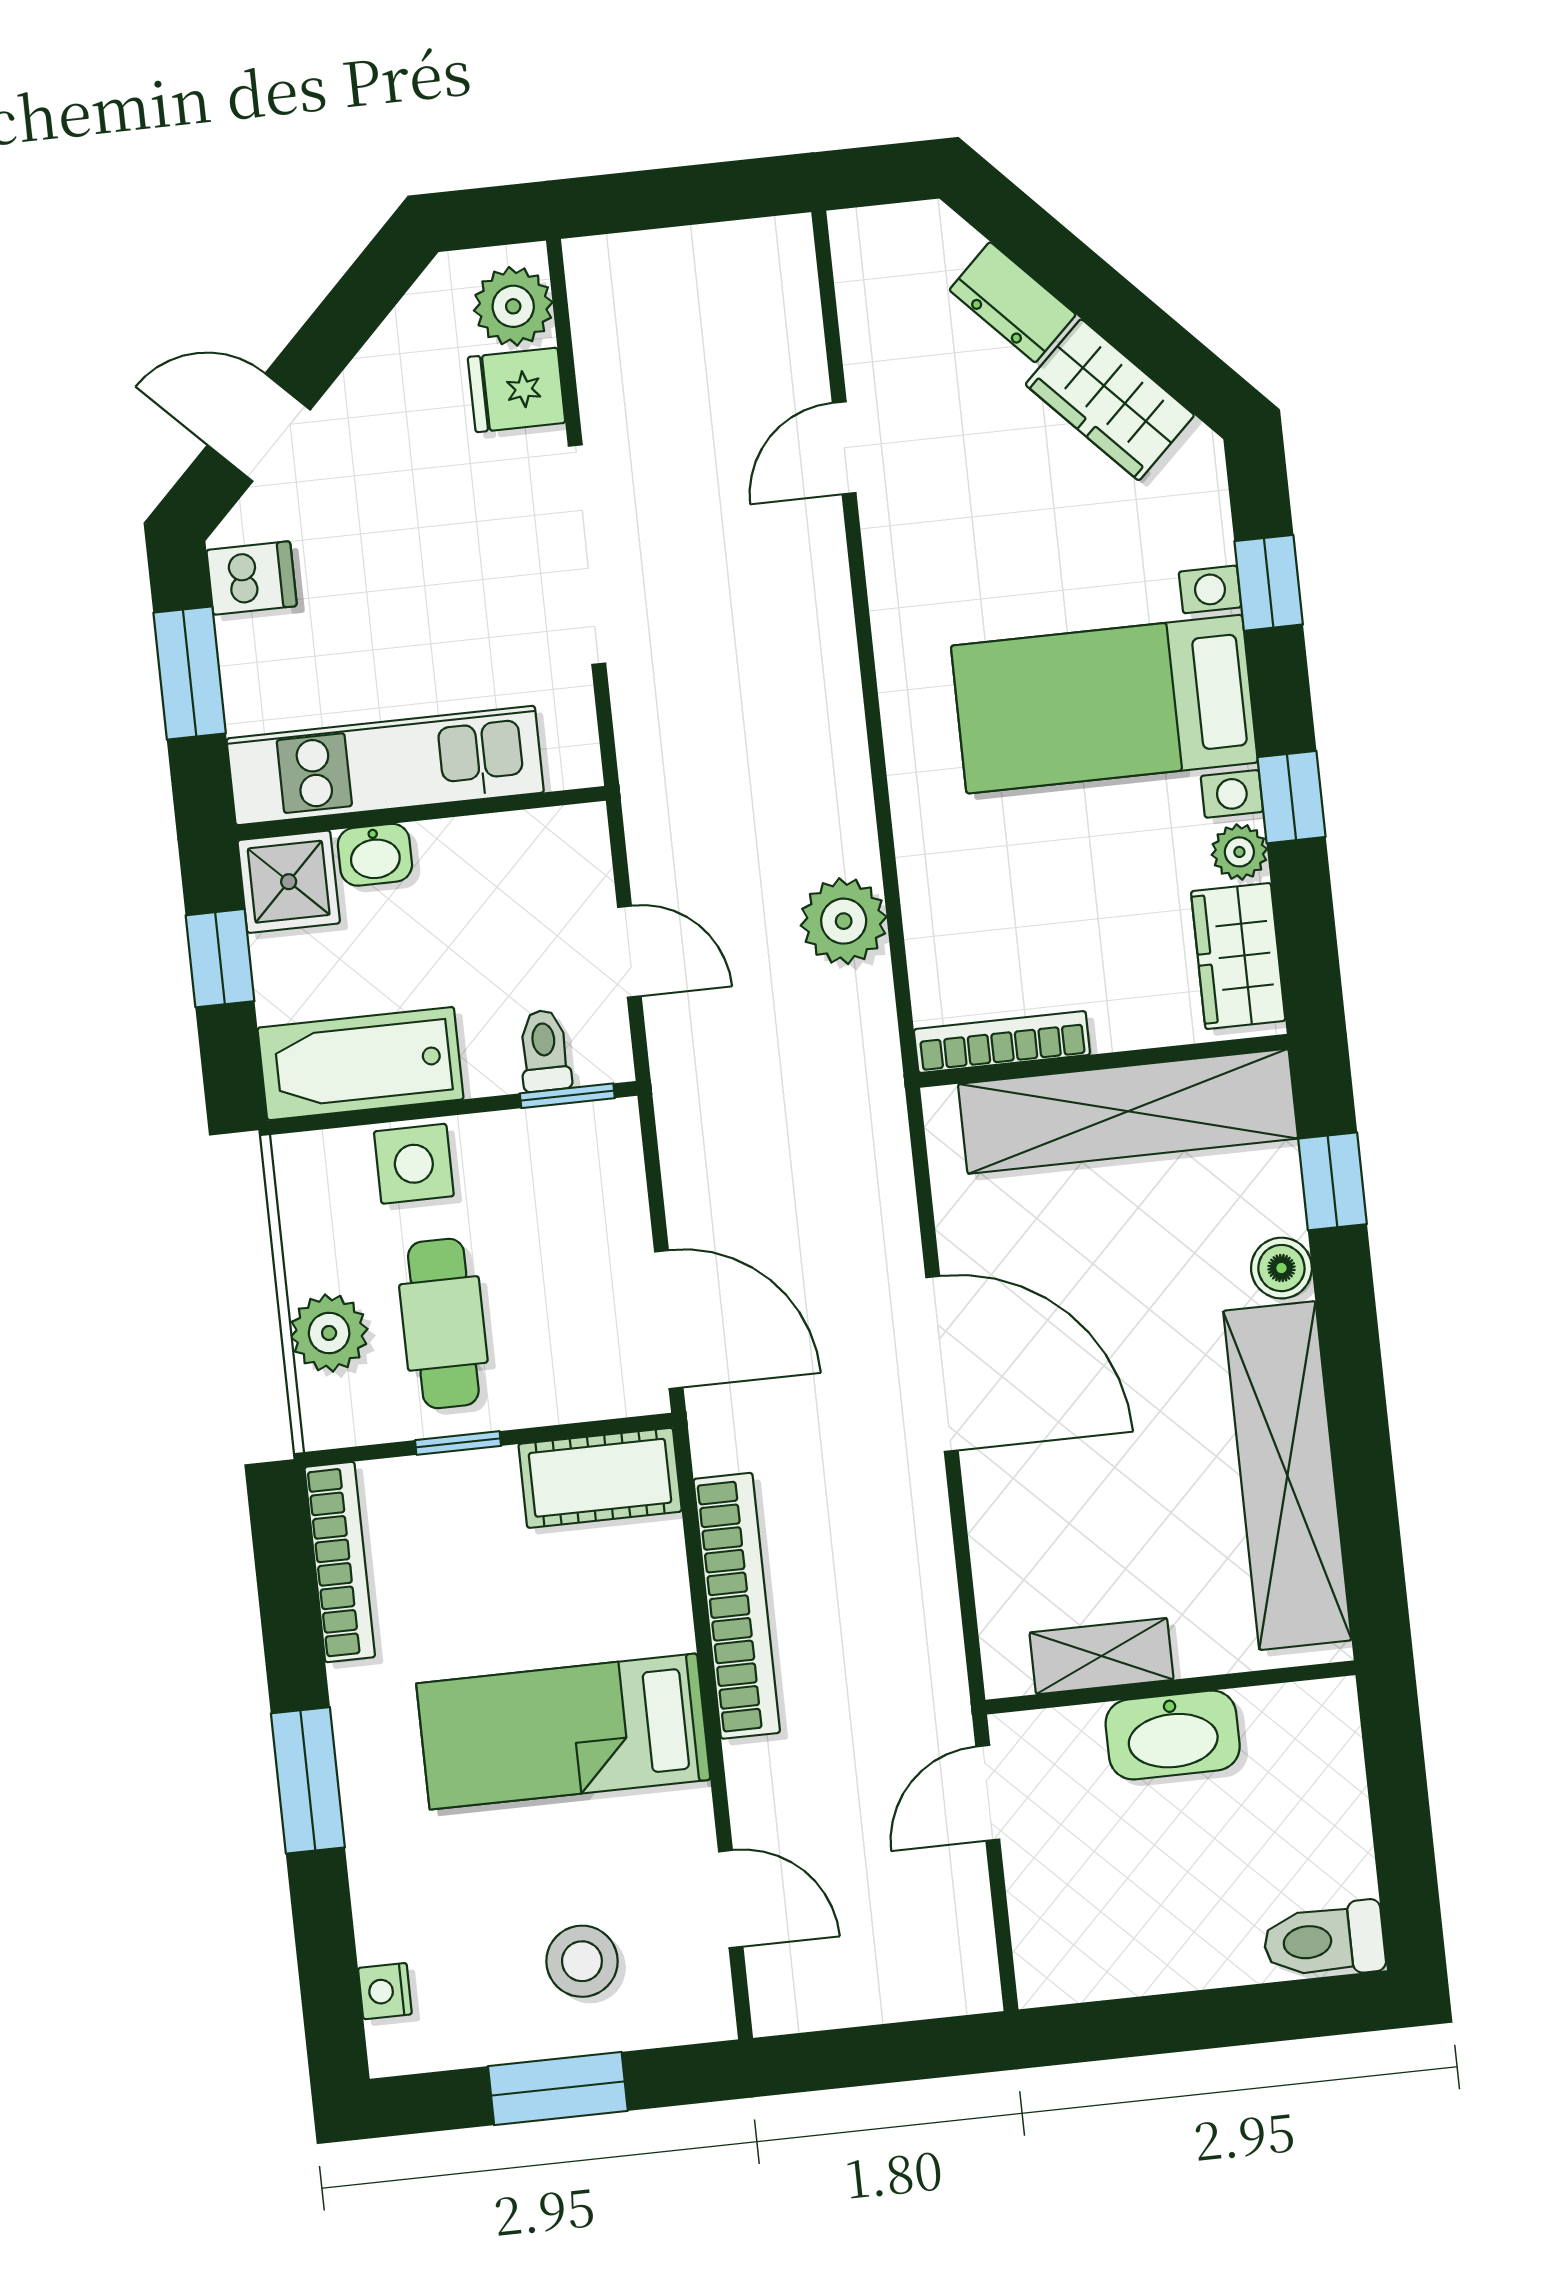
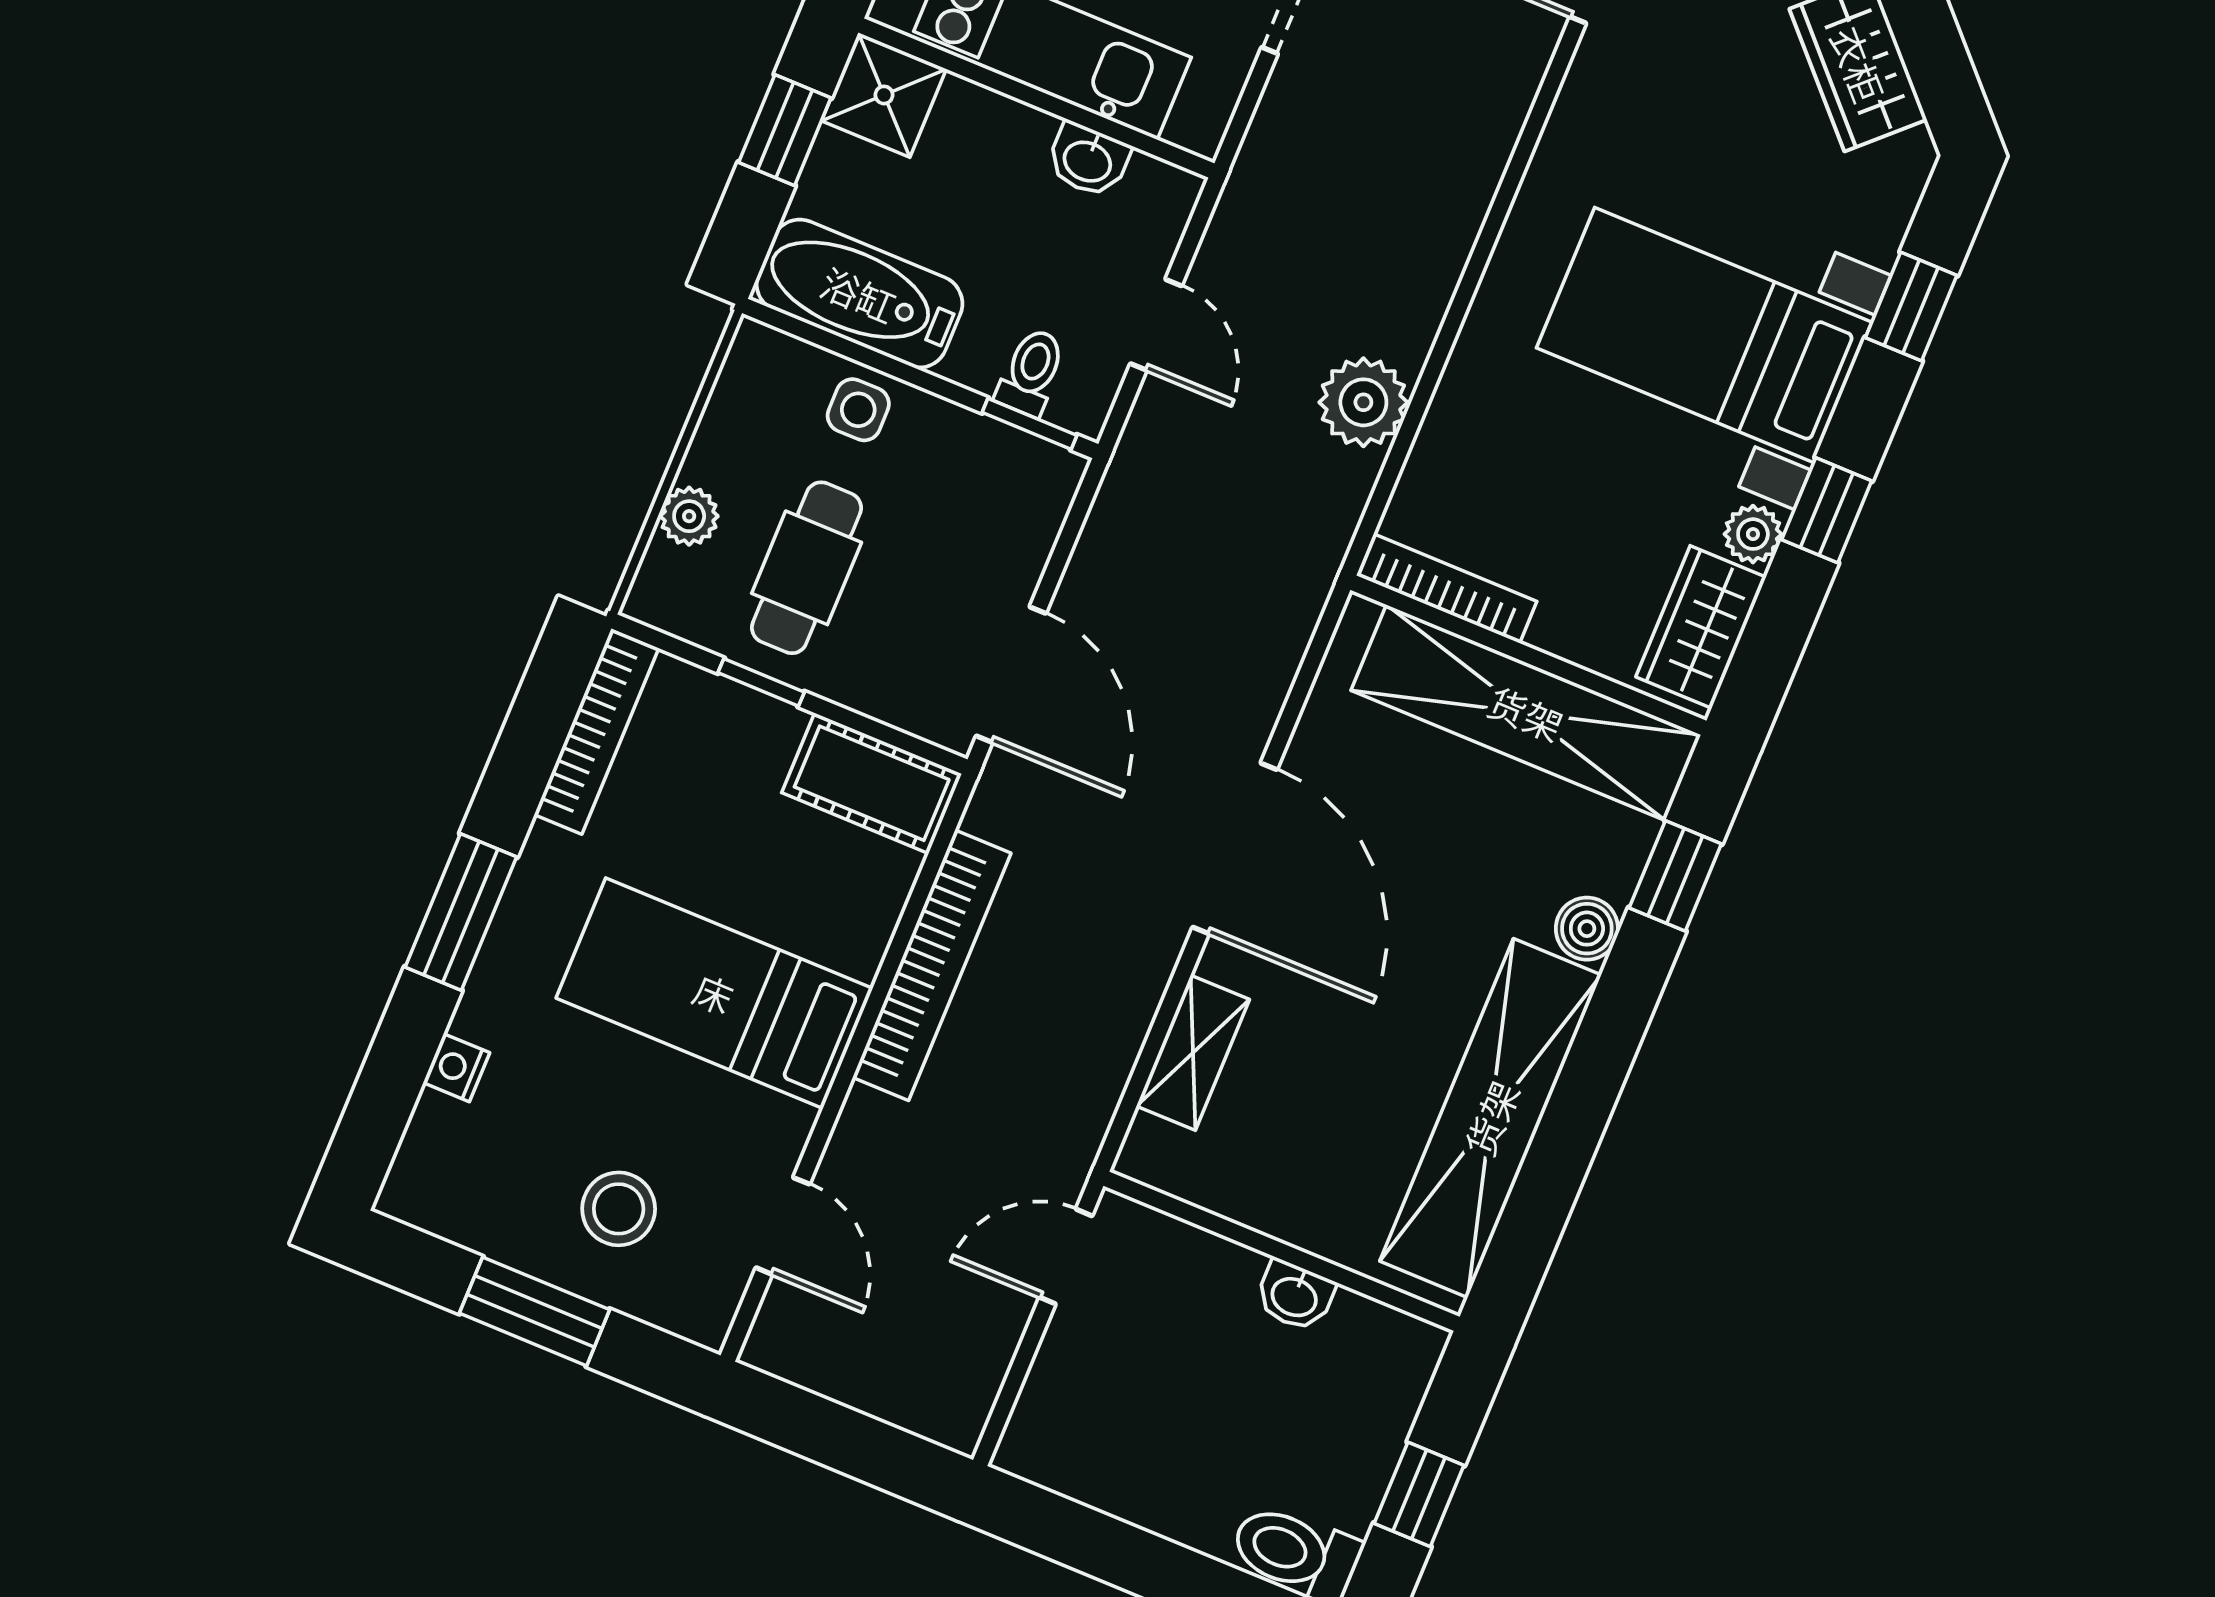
washbasin: (375, 855) -> (1088, 160), moved
side table: (414, 1164) -> (858, 410), width x0.73, depth x0.73
plant: (329, 1333) -> (689, 516), width x0.73, depth x0.73
shelving: (1102, 1656) -> (1193, 1053), moved, turned 90
washbasin: (1173, 1735) -> (1295, 1296), width x0.52, depth x0.69
window: (1402, 1832) -> (1419, 1494), added
nightstand: (385, 1991) -> (456, 1068), moved

